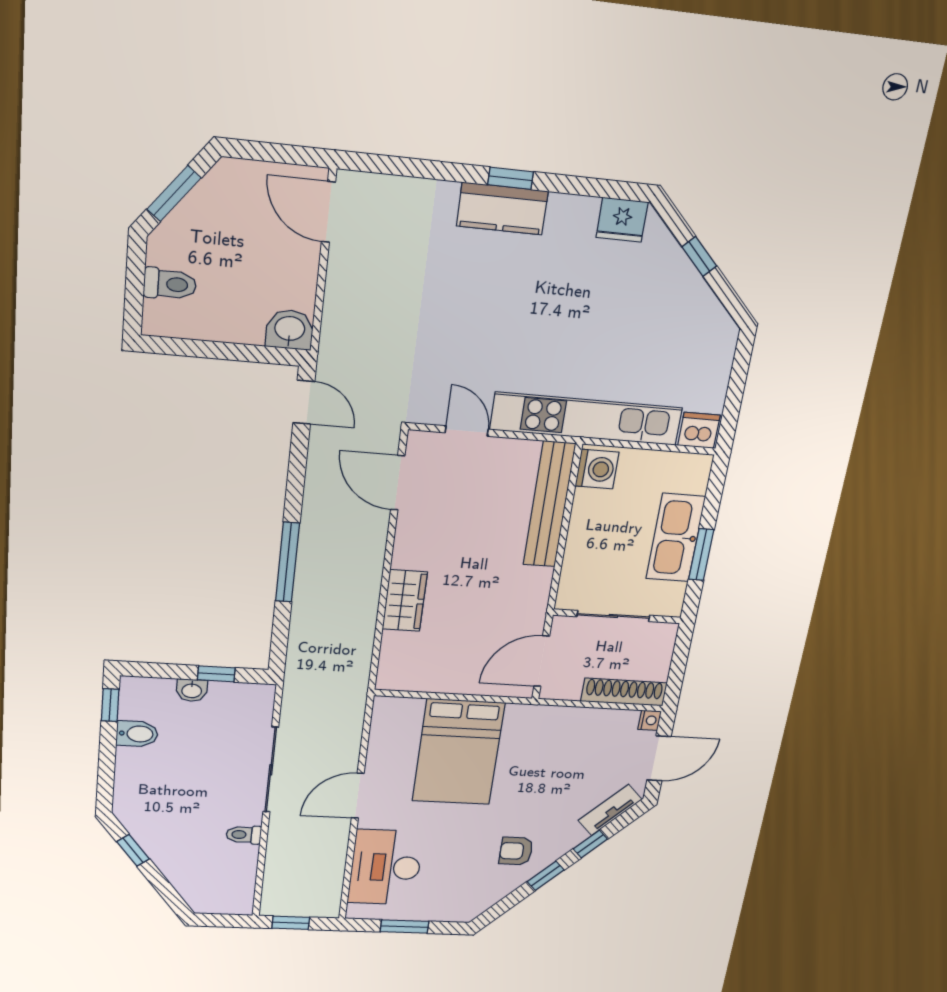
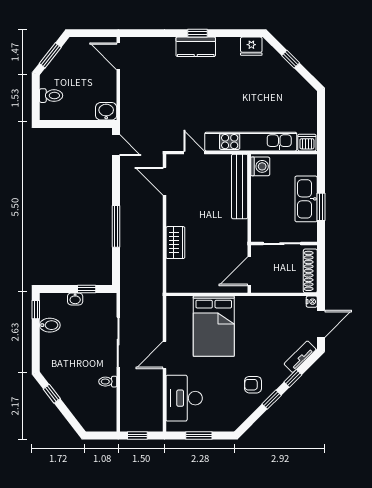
shoe rack: (624, 692) -> (310, 271), moved, turned -90

